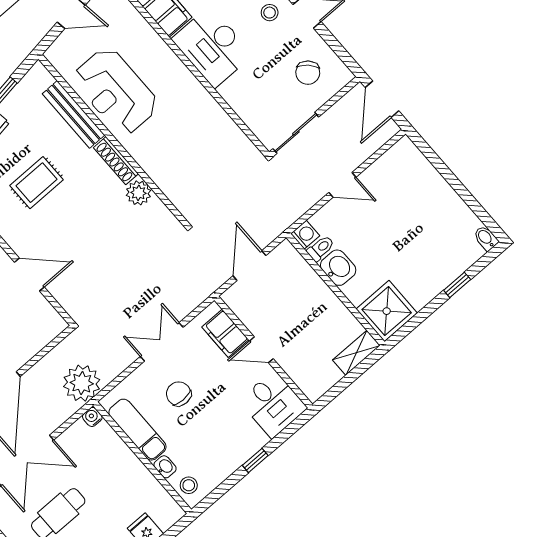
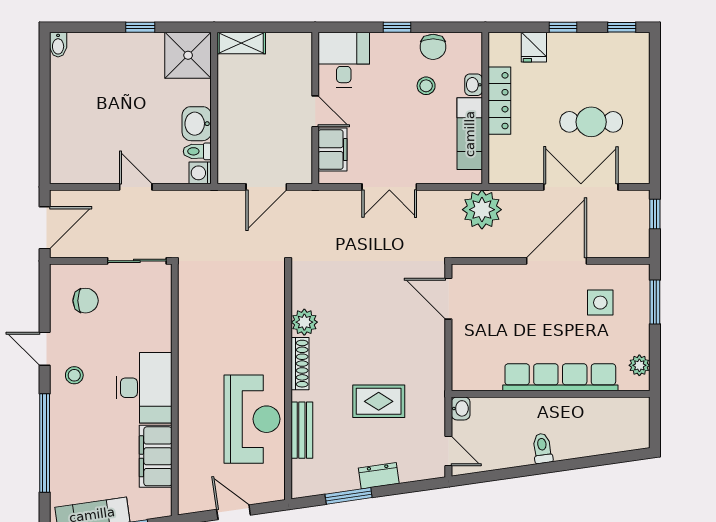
chair: (308, 73) -> (86, 301), turned 46
bench: (73, 114) -> (302, 430), width x0.73
door: (29, 275) -> (448, 299), moved
window: (457, 285) -> (140, 27), moved
chair: (179, 394) -> (433, 47), moved
water cooler: (92, 417) -> (497, 175), removed
locker: (137, 472) -> (499, 101), added
stool: (189, 485) -> (426, 86), moved

